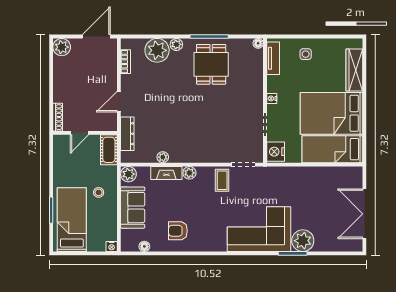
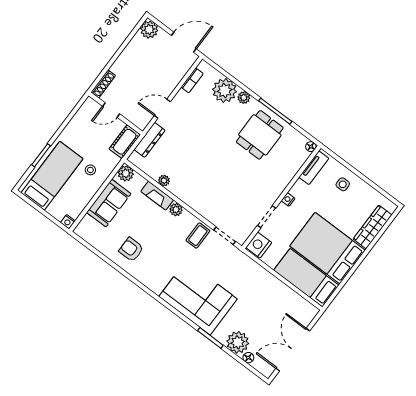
plant: (303, 241) -> (238, 342), moved
floor lamp: (144, 246) -> (248, 358), moved

